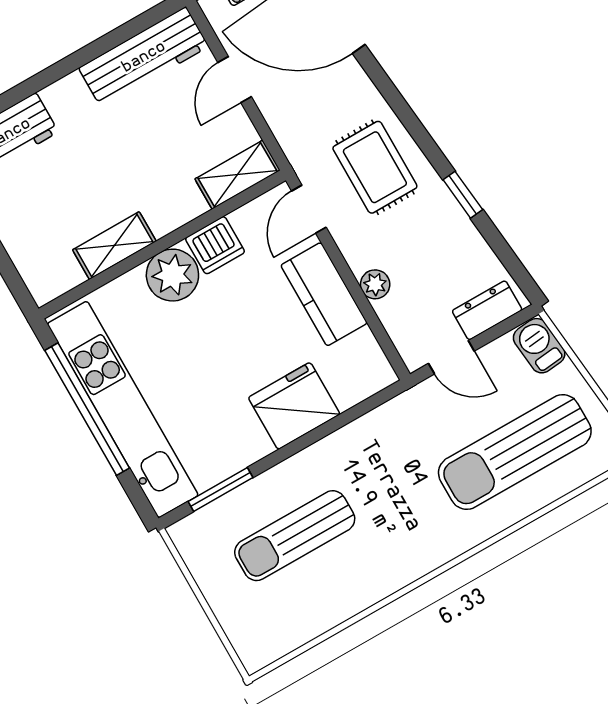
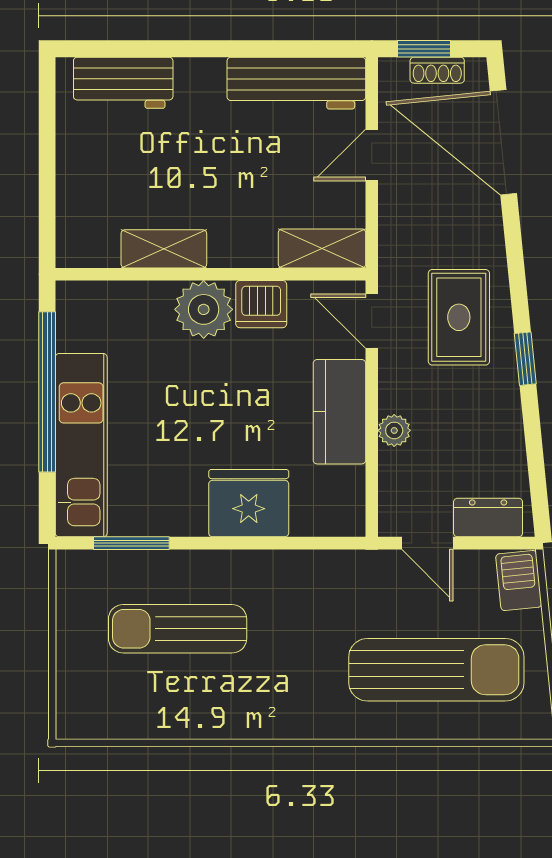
window: (463, 195) -> (525, 359), moved
door: (309, 209) -> (372, 321), hinge flipped
kitchen unit: (123, 410) -> (81, 445), width x0.73
sun lounger: (515, 452) -> (436, 670), turned 180

